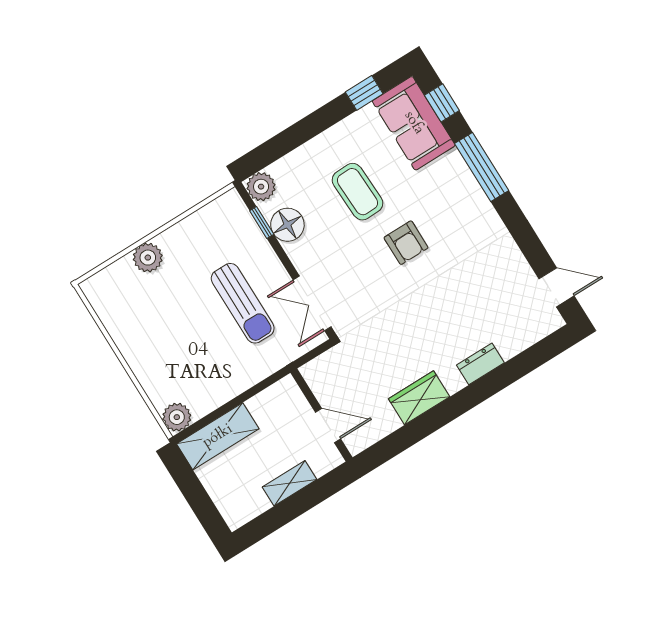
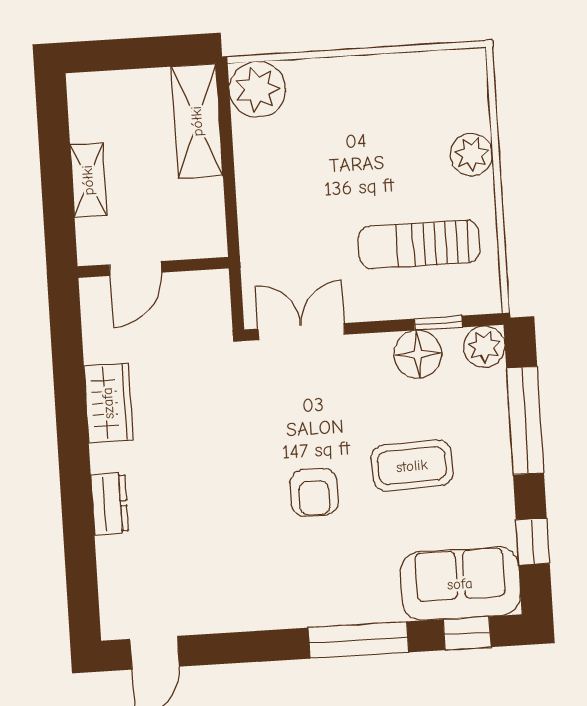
window: (293, 137) -> (525, 421), added
armchair: (406, 243) -> (314, 492), turned -90
sun lounger: (243, 303) -> (419, 244), moved
plant: (177, 417) -> (257, 89), width x1.36, depth x1.36

